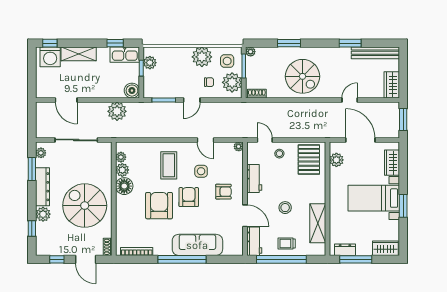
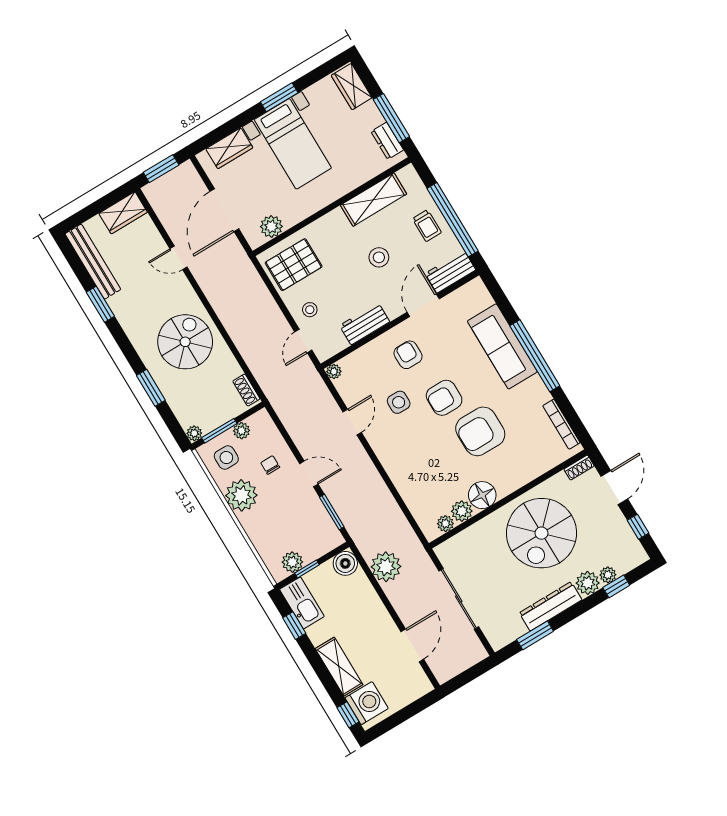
plant: (232, 82) -> (241, 431), width x0.53, depth x0.53
plant: (41, 153) -> (608, 575), moved
coffee table: (169, 165) -> (417, 451), removed

